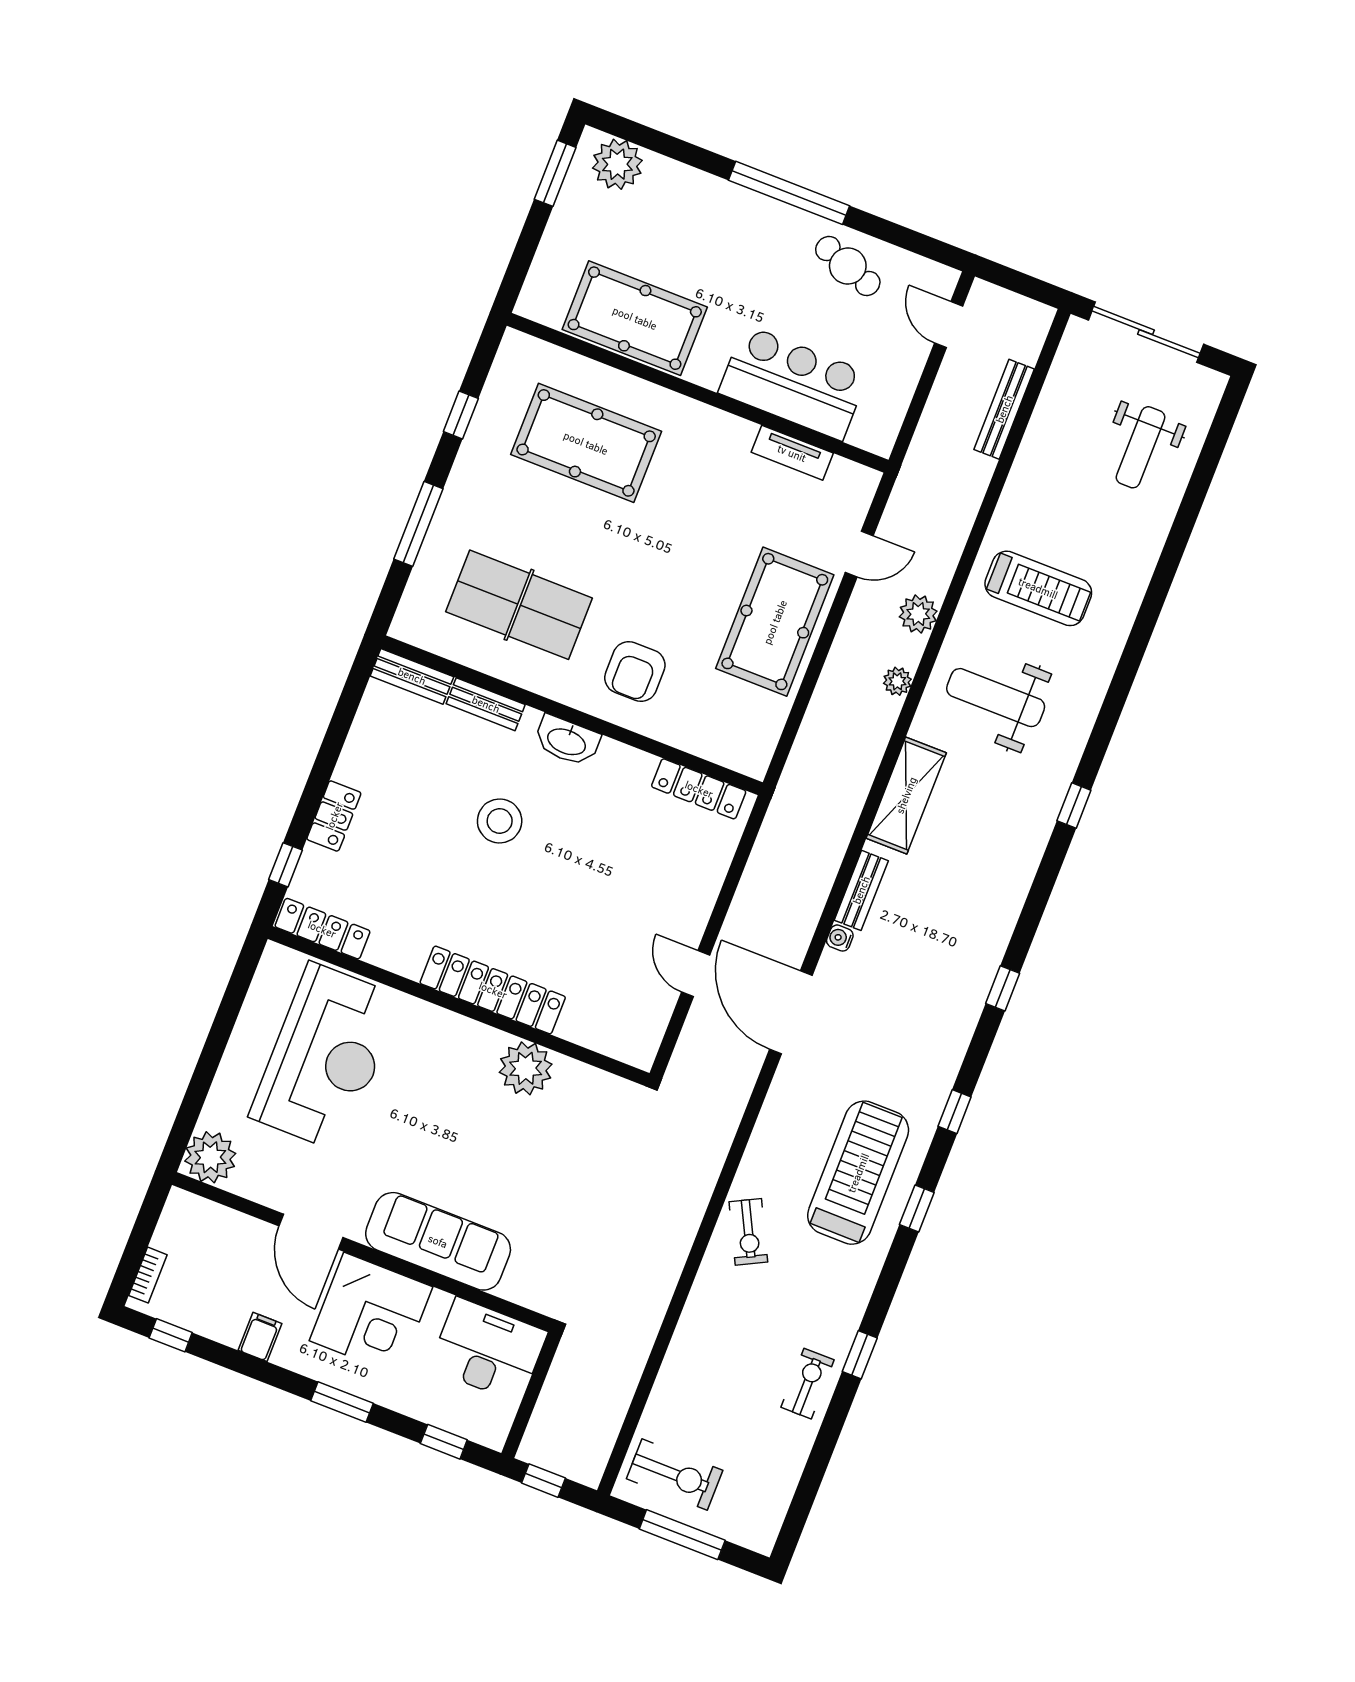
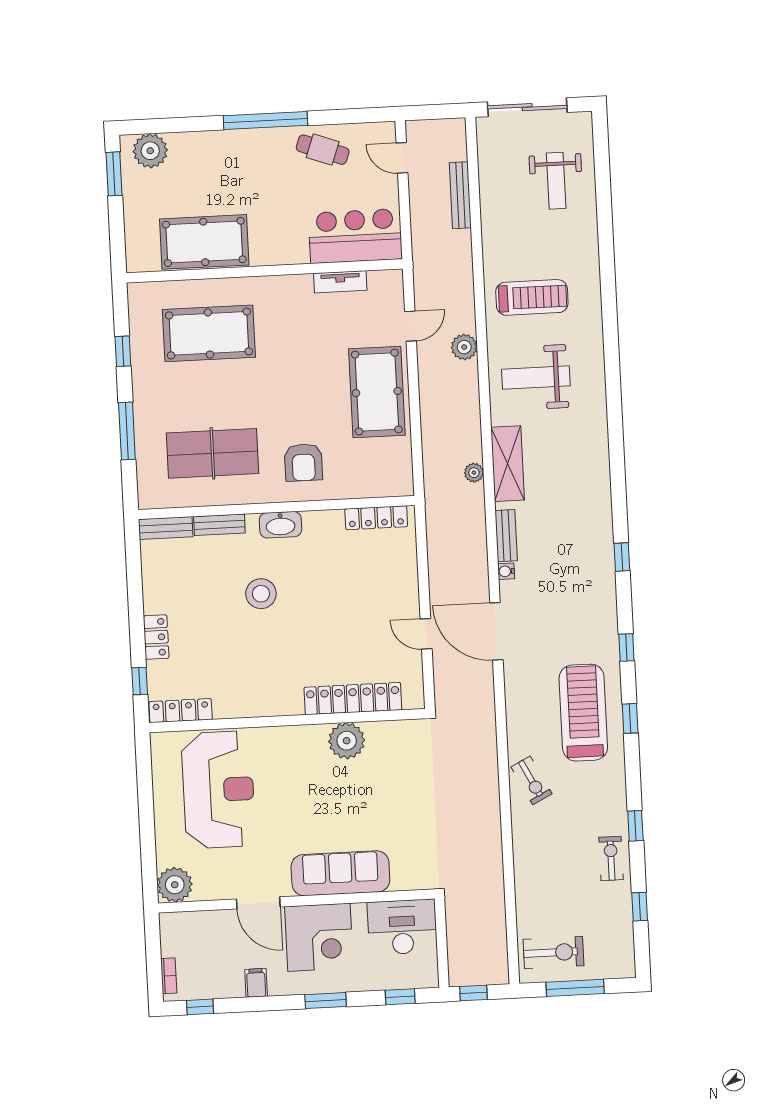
bar counter: (793, 383) -> (355, 236), moved
plant: (897, 681) -> (474, 473), moved
window: (1074, 806) -> (640, 907), moved
locker: (493, 990) -> (353, 699), moved

